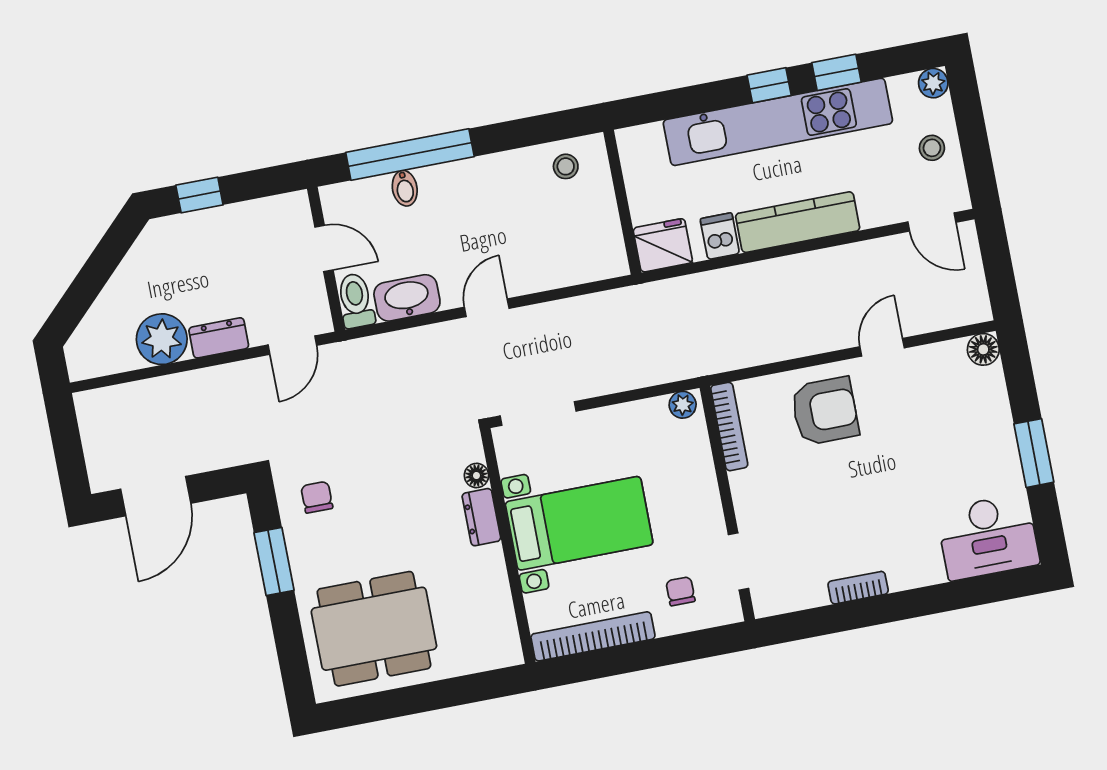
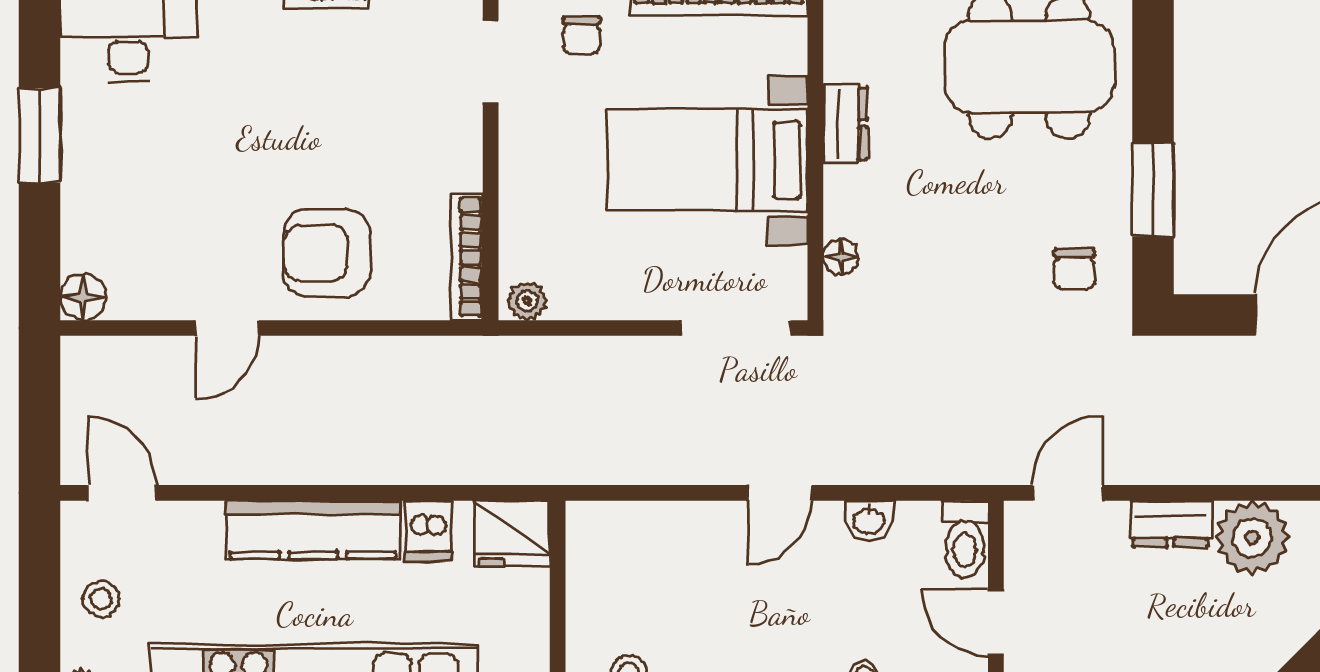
washbasin: (407, 298) -> (869, 520), width x0.52, depth x0.69
dresser: (481, 517) -> (845, 124), moved

